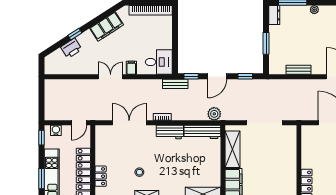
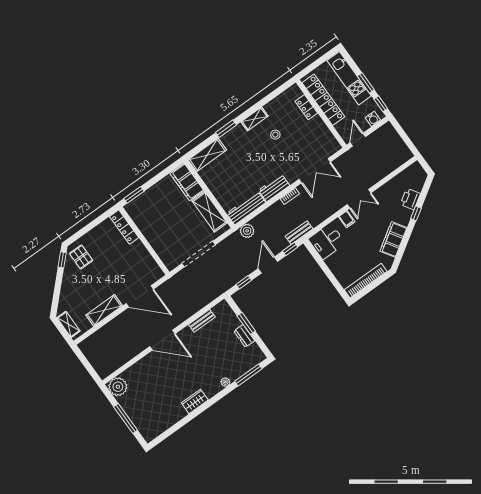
dresser: (274, 15) -> (244, 336), moved
window: (42, 179) -> (366, 83), moved

